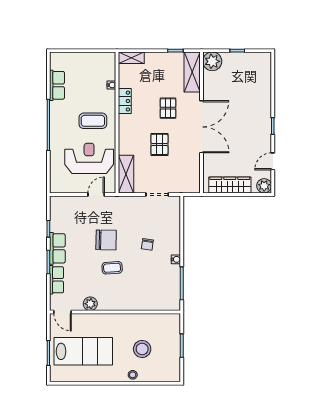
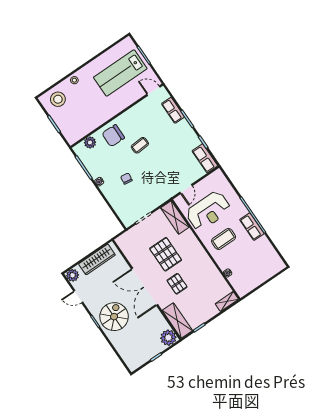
row of seats: (57, 85) -> (252, 227), moved
locker: (125, 101) -> (211, 268), removed
spiral stairs: (251, 118) -> (114, 317), added
pallet: (159, 144) -> (166, 254), width x1.50, depth x1.42
door: (273, 161) -> (78, 297), swing flipped
chair: (106, 240) -> (113, 136), moved
row of seats: (57, 248) -> (205, 158), moved
plant: (90, 304) -> (90, 142), moved
stool: (142, 349) -> (58, 99), moved

